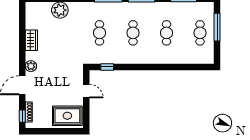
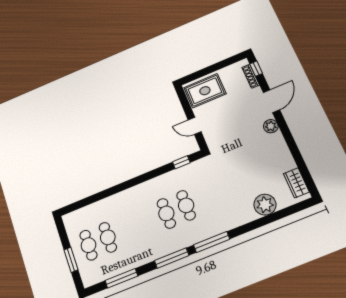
window: (217, 27) -> (71, 260), width x0.69
cafe table: (99, 33) -> (186, 205), moved
cafe table: (166, 33) -> (108, 237), moved
wardrobe: (31, 40) -> (296, 183), moved

